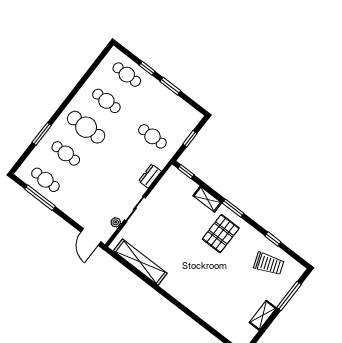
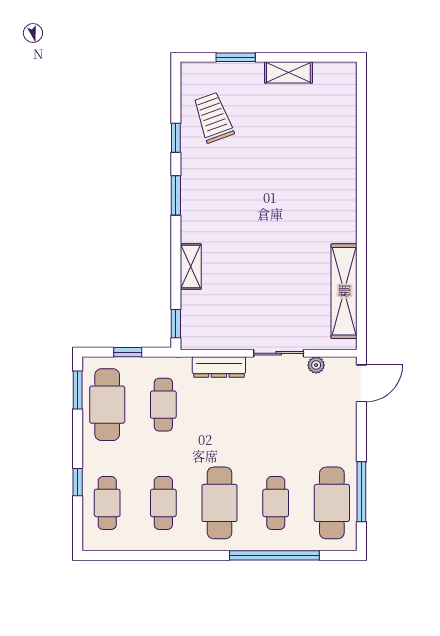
window: (170, 86) -> (78, 390), moved
cafe table: (173, 110) -> (107, 405), added
window: (42, 134) -> (274, 555), width x2.11
dresser: (150, 176) -> (219, 367), width x1.44
cafe table: (45, 180) -> (332, 503), width x1.37, depth x1.35
window: (233, 208) -> (176, 195), moved
pallet: (221, 234) -> (223, 213), removed
window: (289, 296) -> (236, 57), width x0.69

